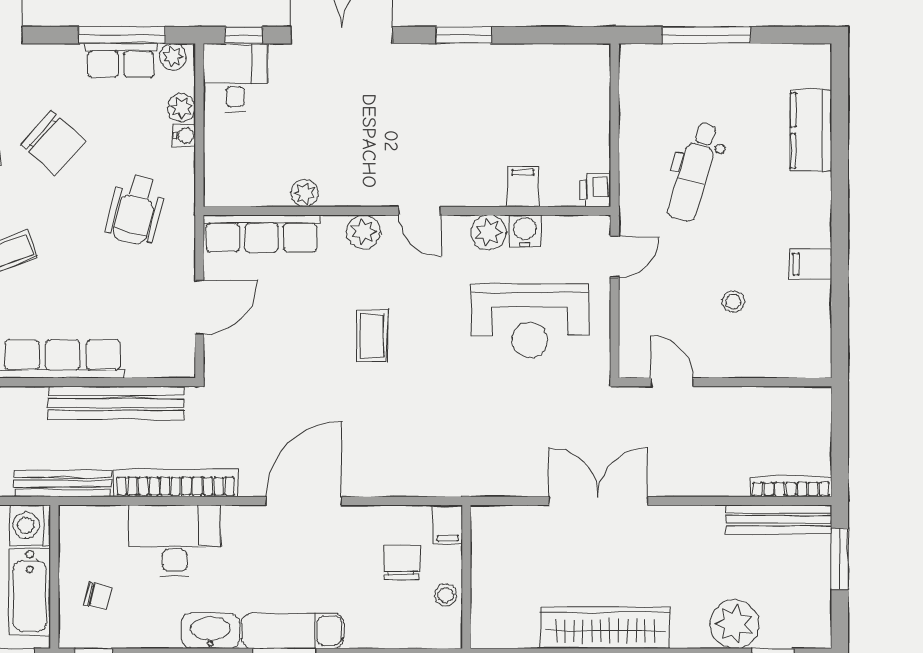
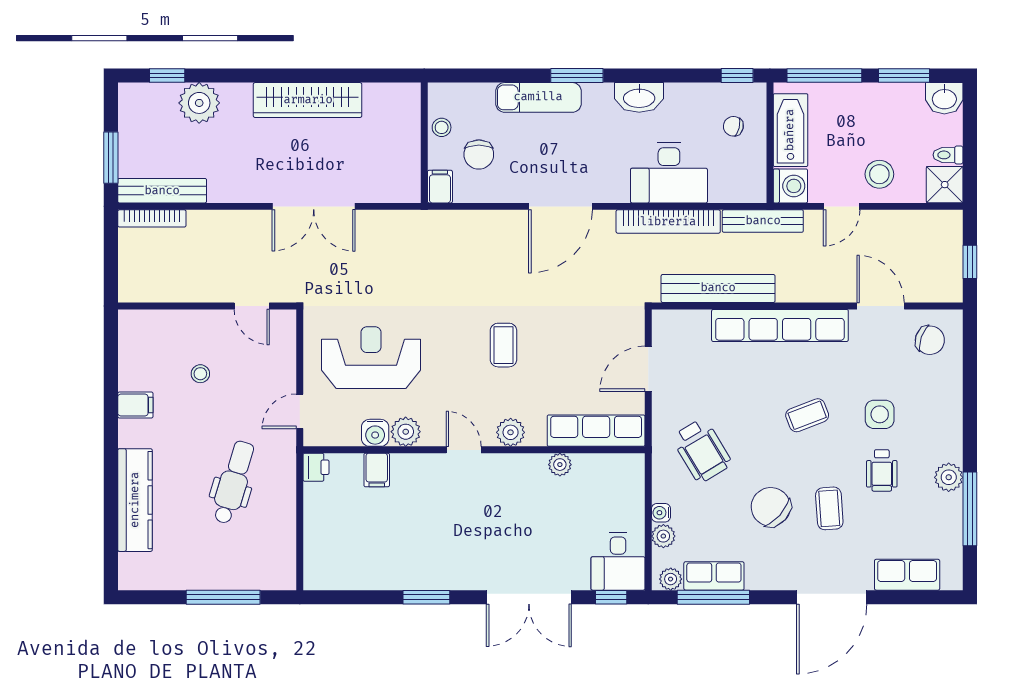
kitchen counter: (811, 130) -> (135, 500), width x1.50
wheelchair: (136, 210) -> (702, 451), turned 135
exam couch: (293, 631) -> (538, 97), moved

